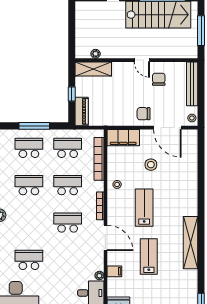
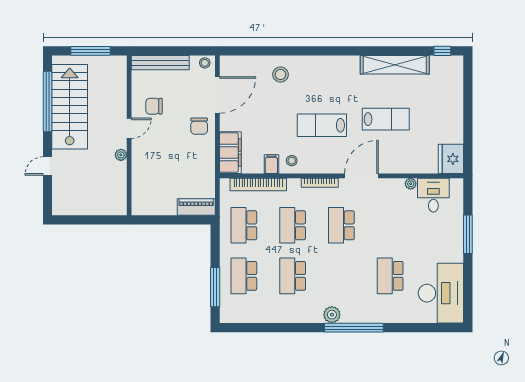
plant: (96, 54) -> (121, 155), moved
shelving: (93, 69) -> (141, 192), removed
window: (72, 94) -> (174, 220), removed
window: (34, 126) -> (215, 287), moved
stool: (151, 165) -> (281, 75), moved
shelving: (190, 243) -> (395, 65), moved
lab bench: (149, 256) -> (386, 119), turned 180
filing cabinet: (114, 271) -> (271, 164), moved

